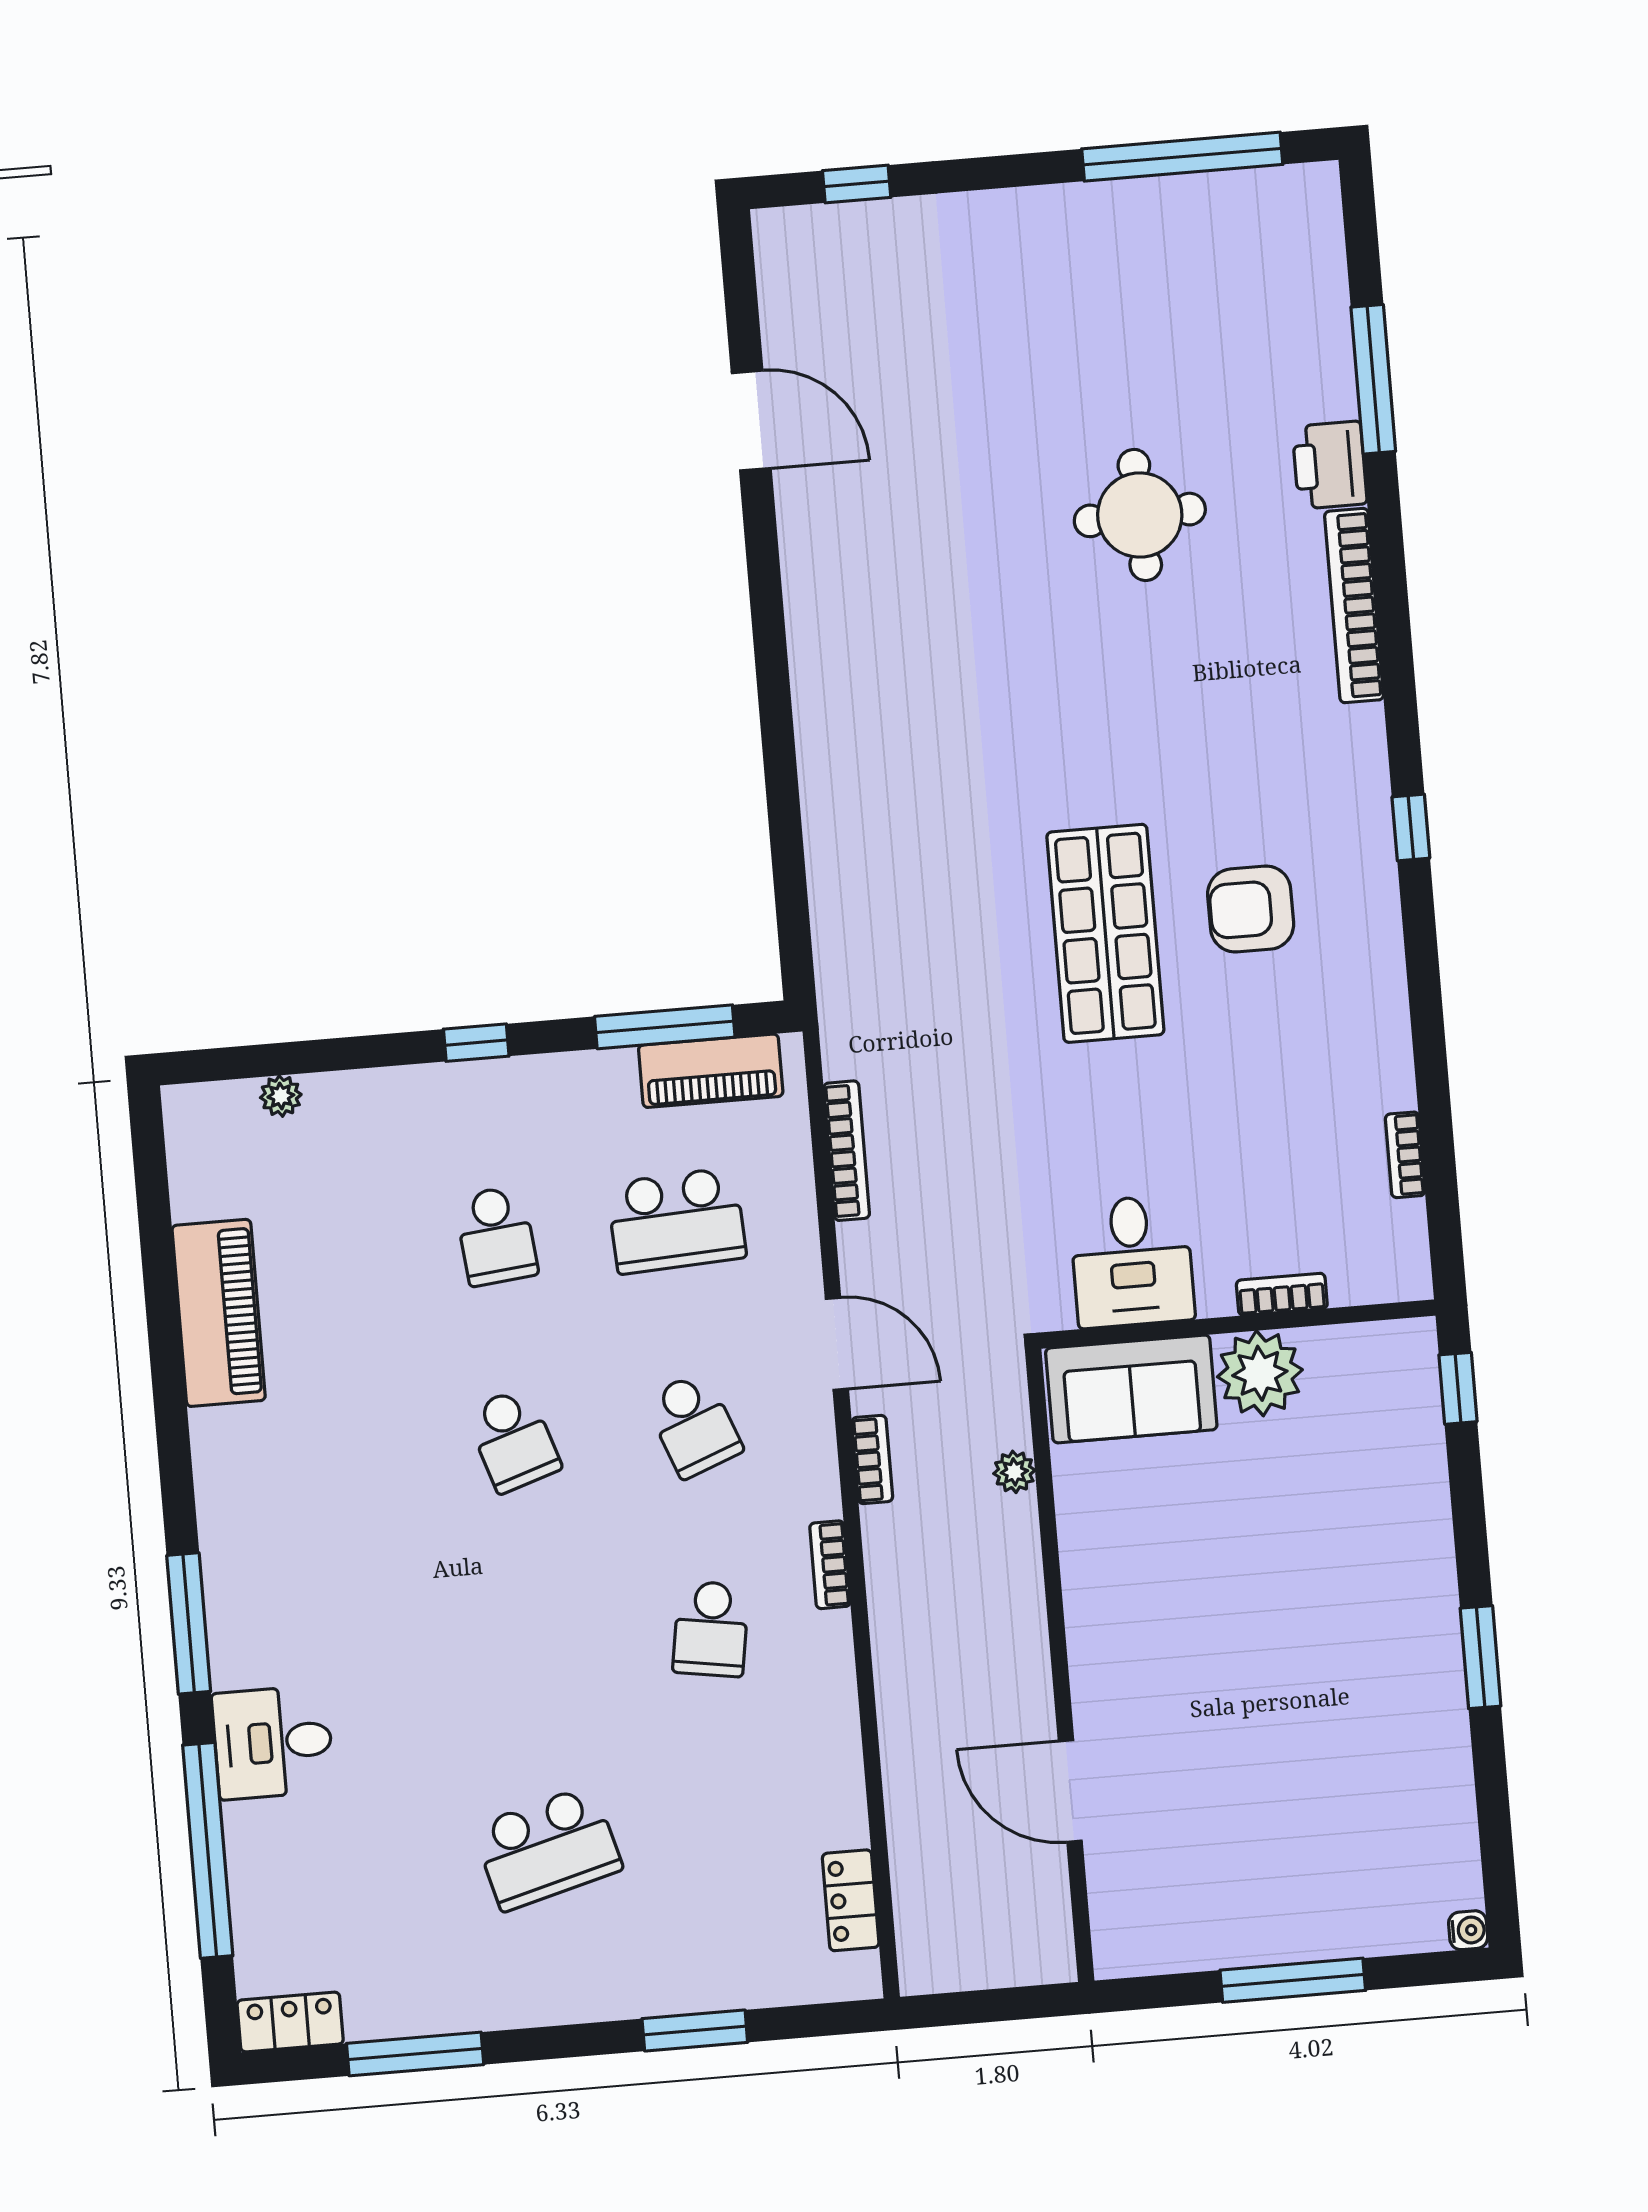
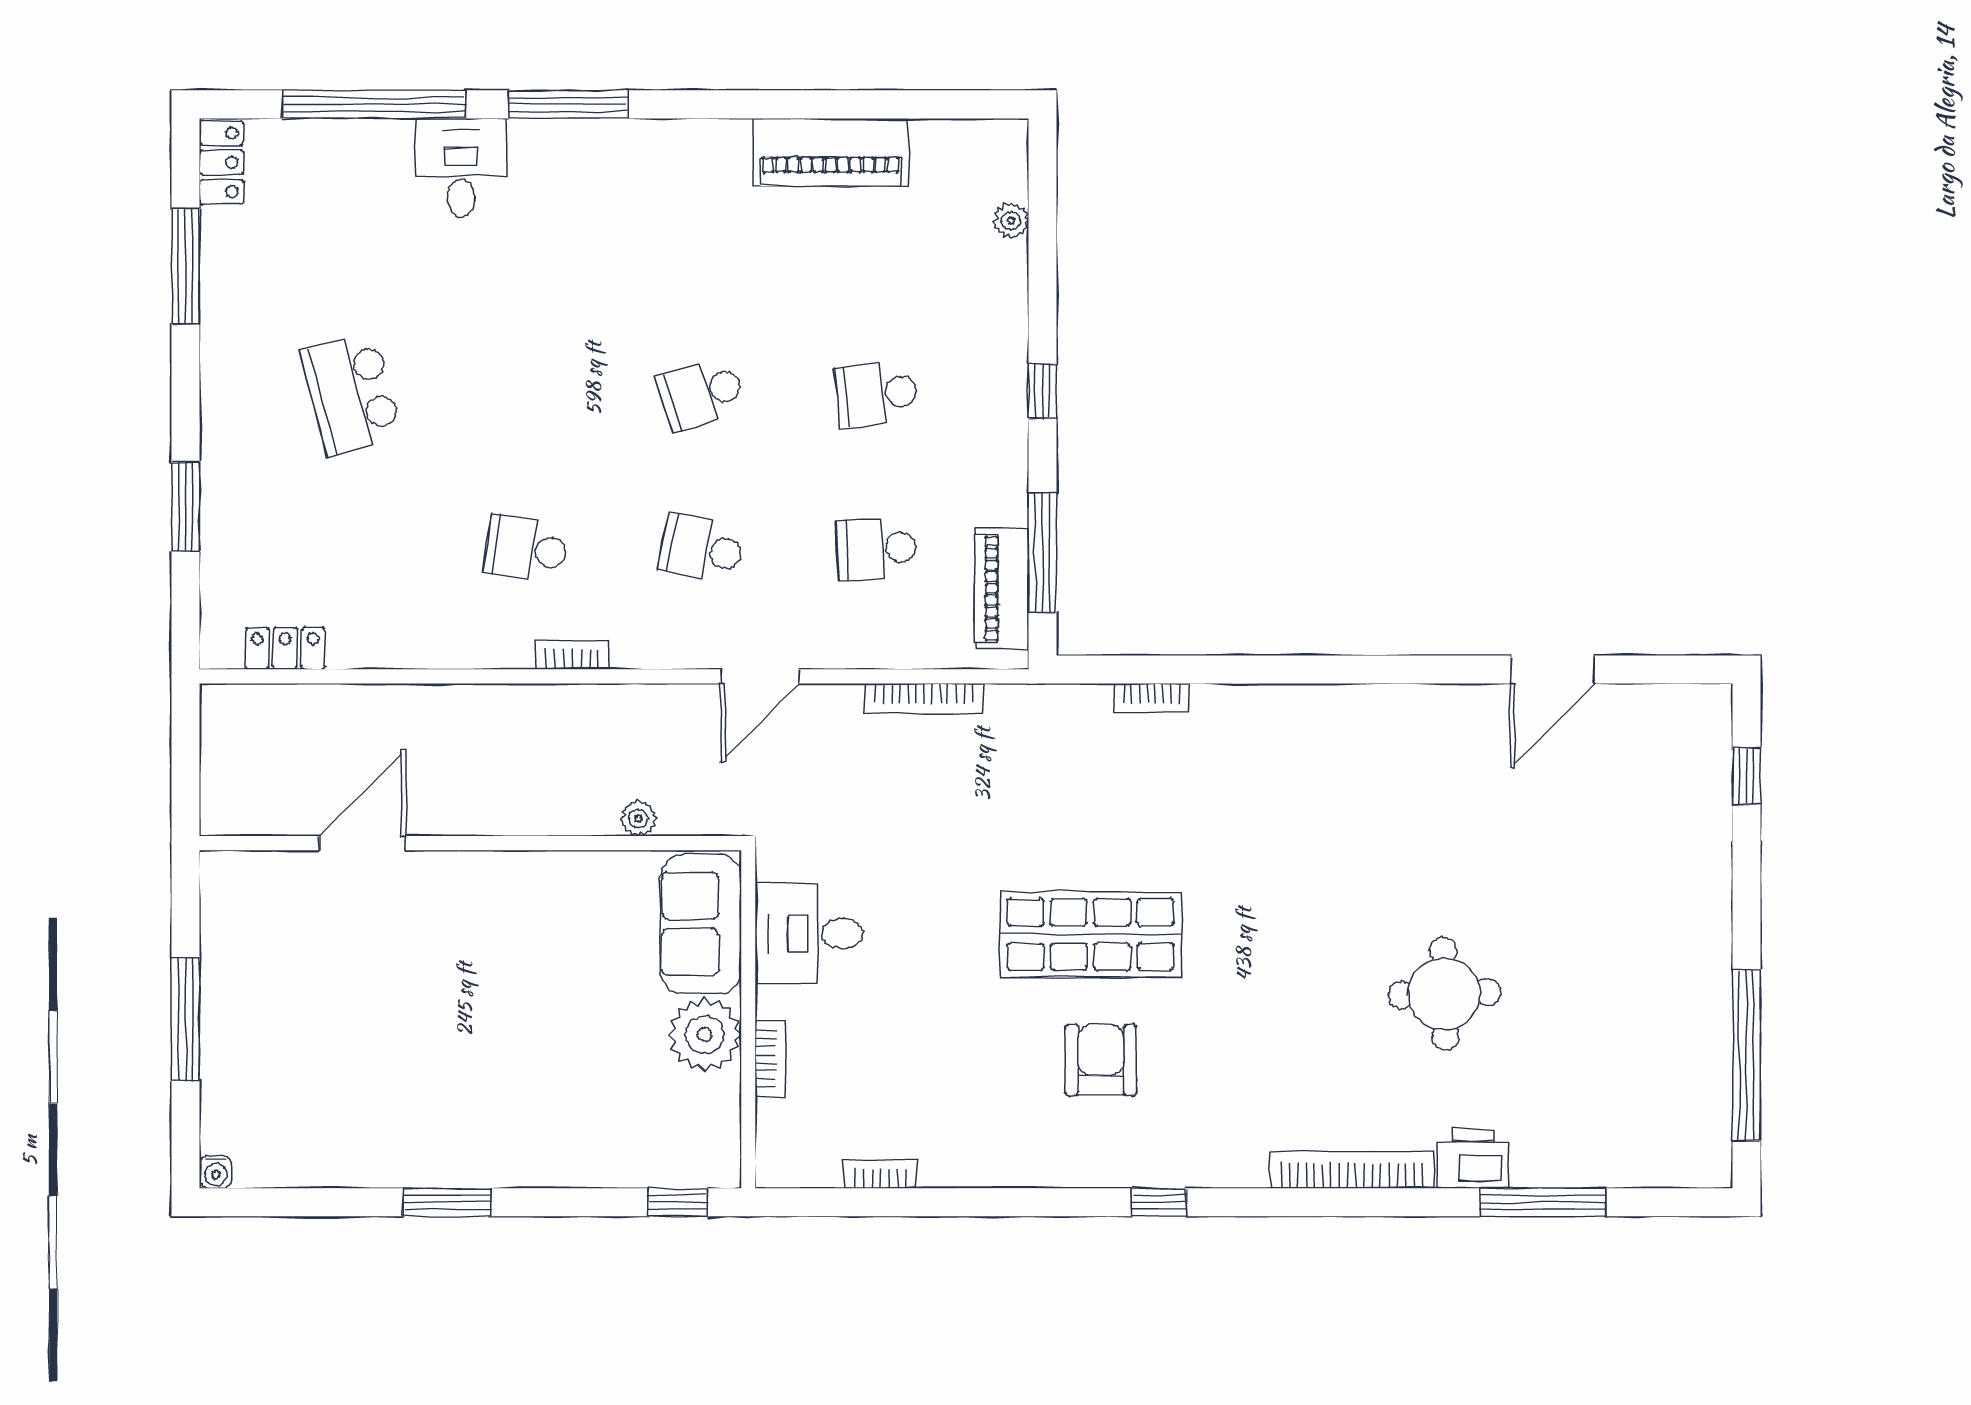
school desk: (676, 1221) -> (877, 549), width x0.54
school desk: (694, 1425) -> (701, 549), turned 33
bookcase: (872, 1460) -> (1151, 698), moved

